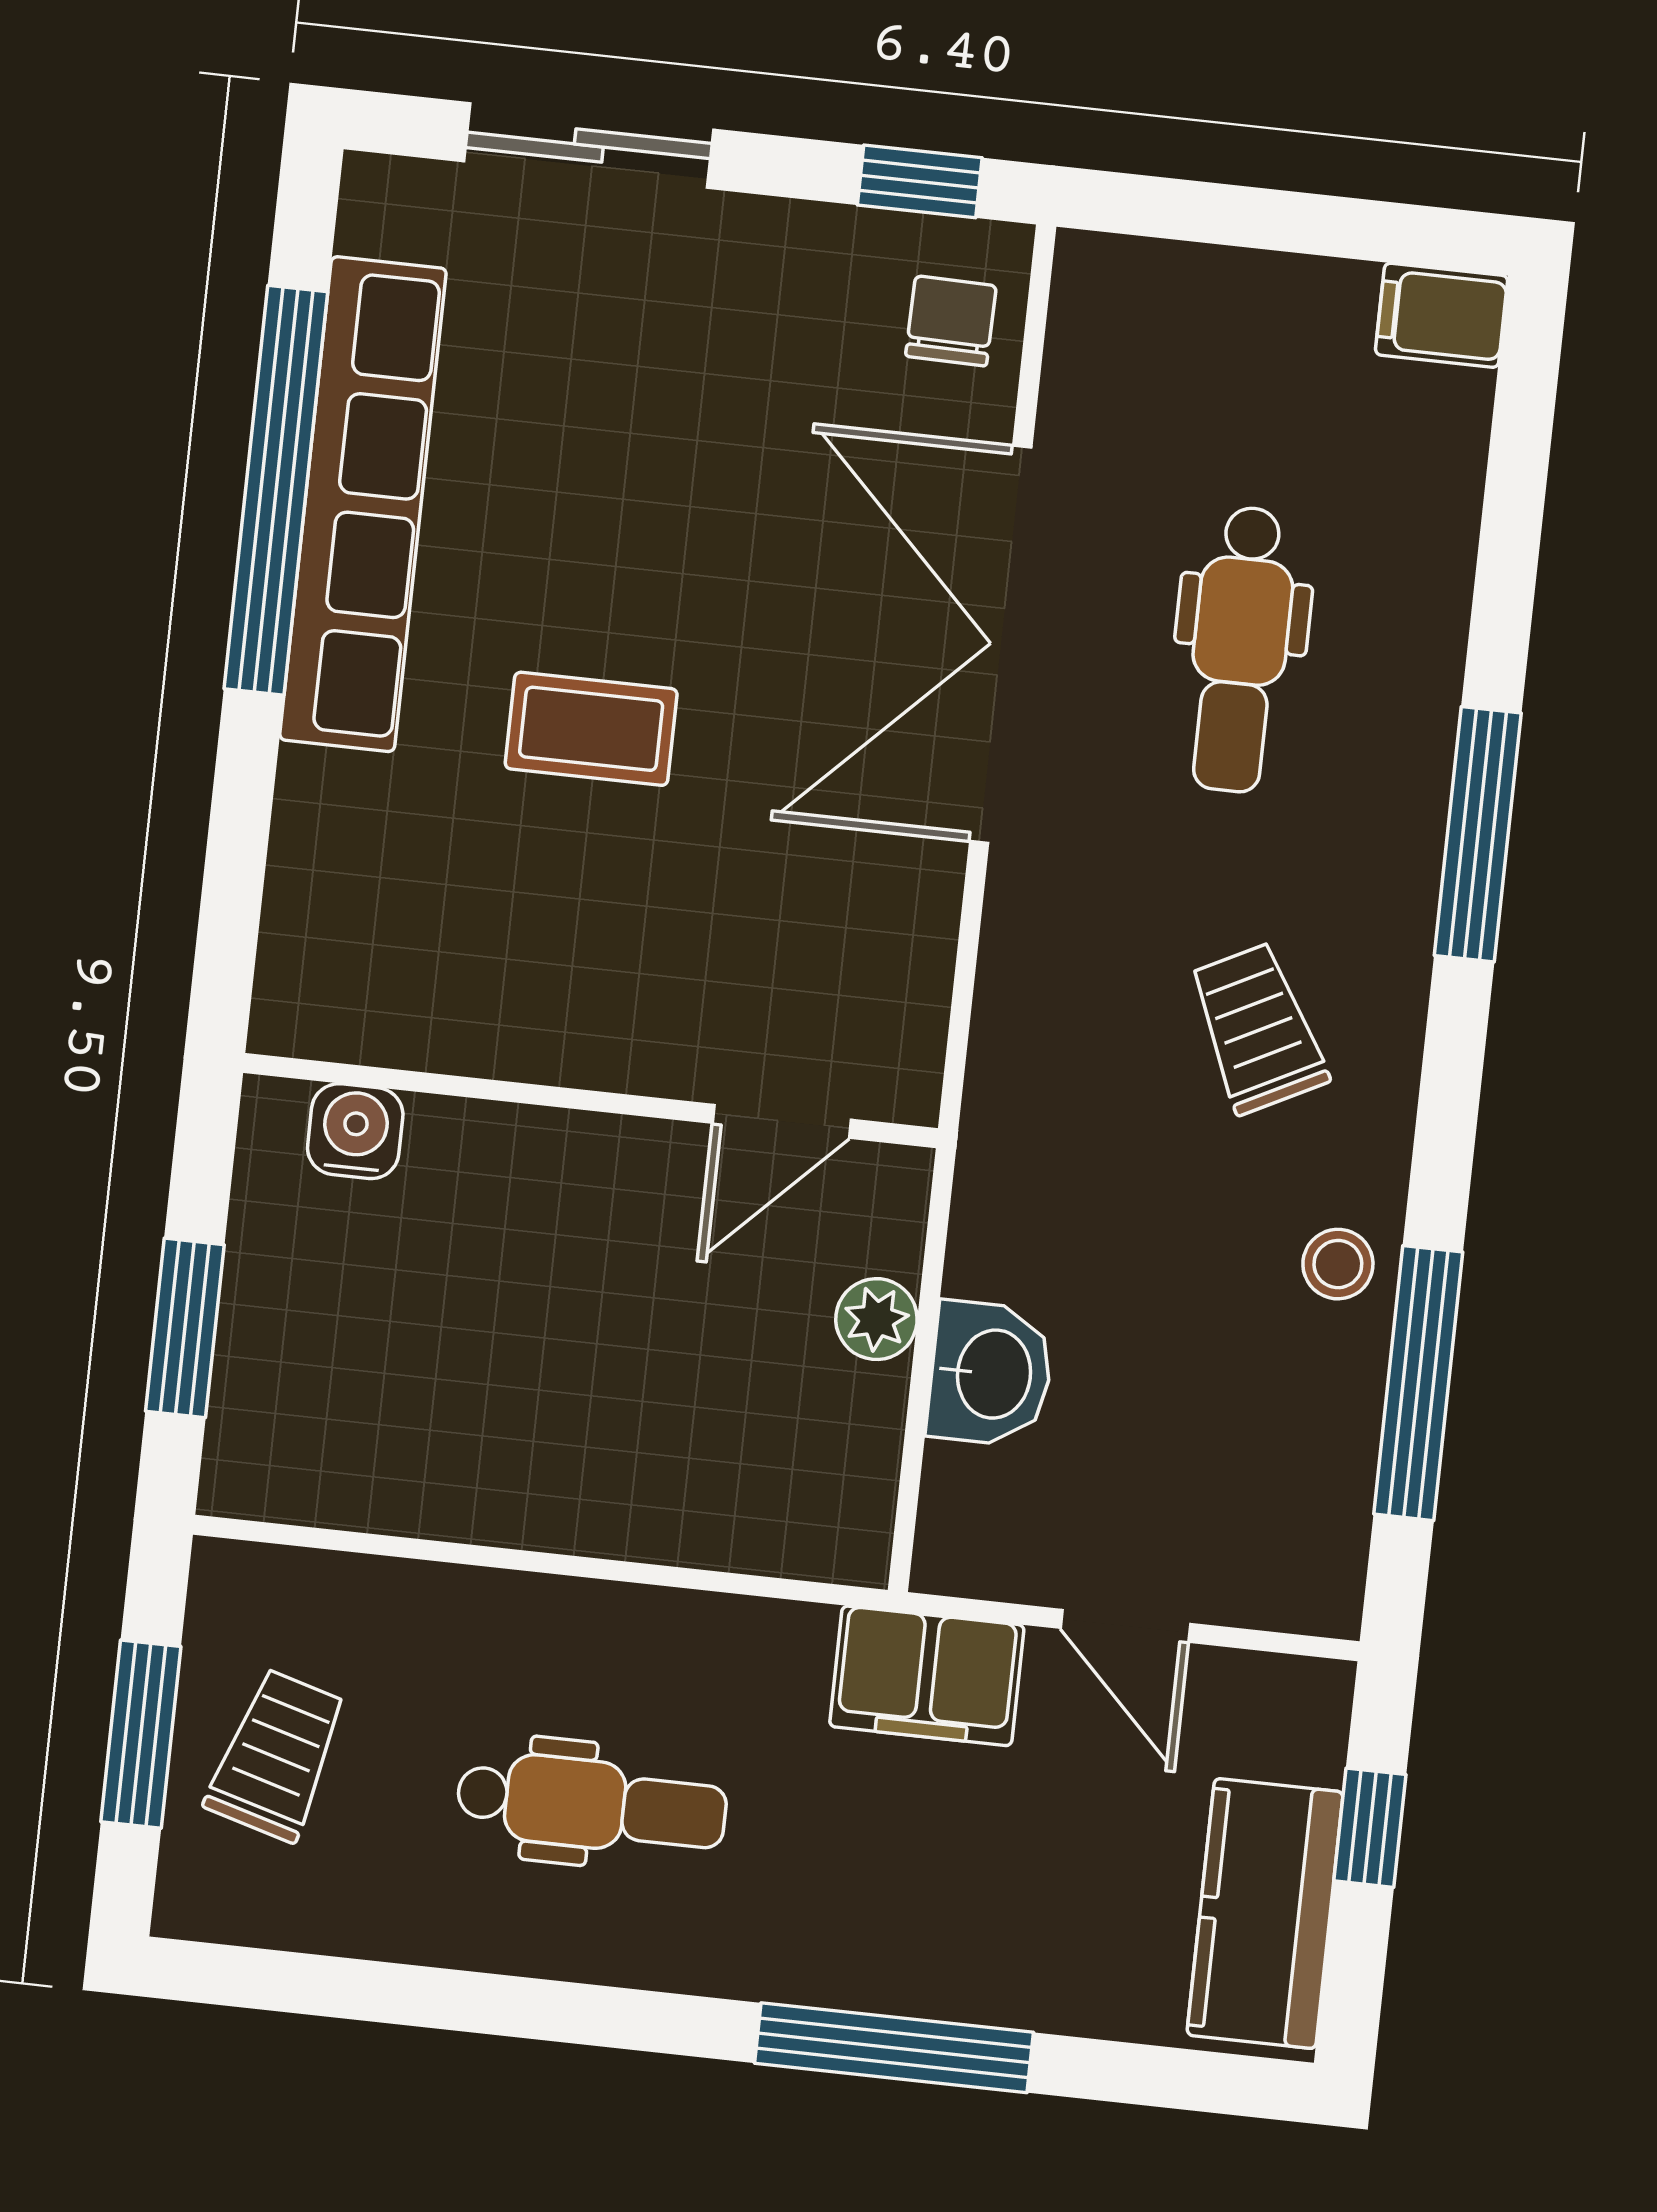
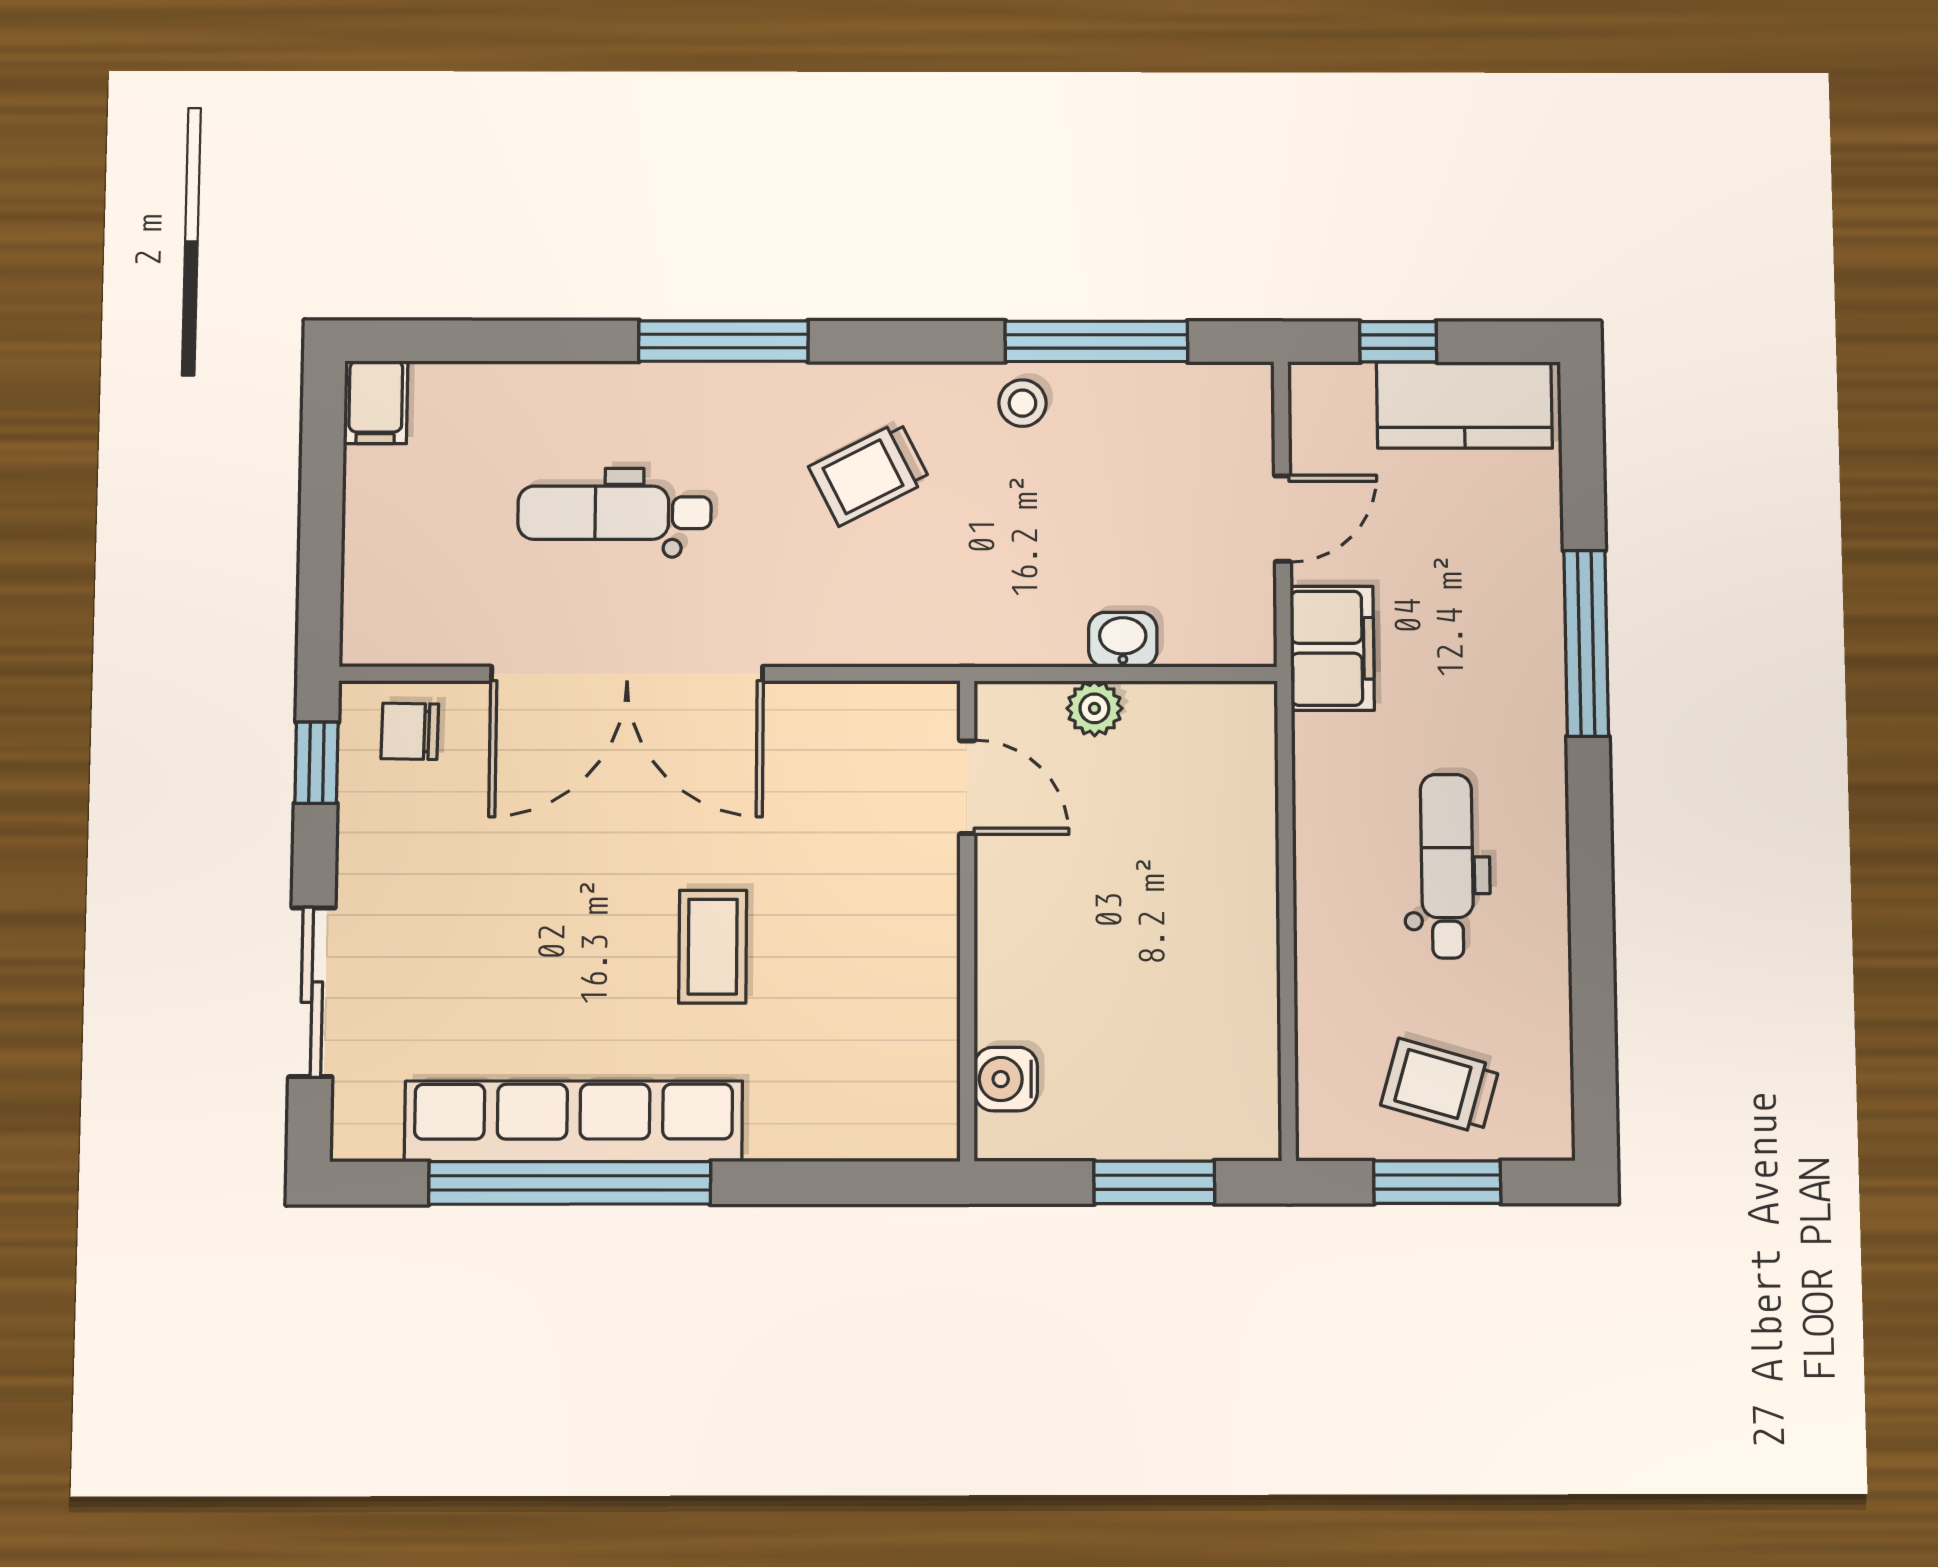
dental chair: (1240, 649) -> (615, 513), turned 180
washbasin: (991, 1374) -> (1123, 640), width x0.72, depth x0.69

